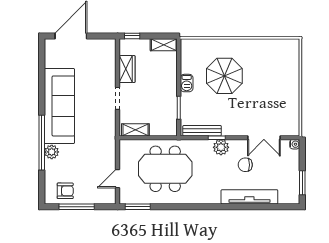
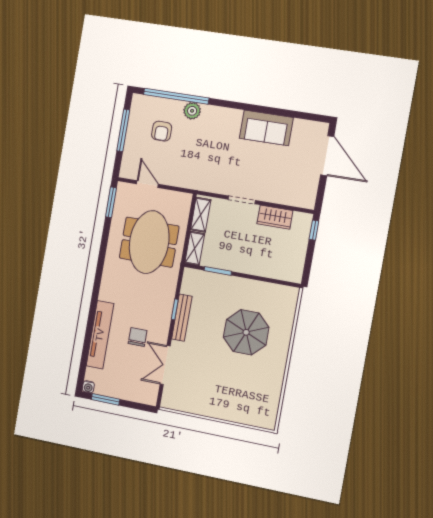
shelving: (164, 45) -> (195, 248), moved
barbecue: (187, 83) -> (246, 286), removed
sofa: (59, 106) -> (266, 128), width x0.54, depth x0.79
bench: (202, 131) -> (182, 318), moved
window: (42, 143) -> (176, 96), moved
water cooler: (295, 144) -> (88, 387), moved
plant: (221, 147) -> (163, 312), removed
armchair: (65, 191) -> (162, 131), moved

